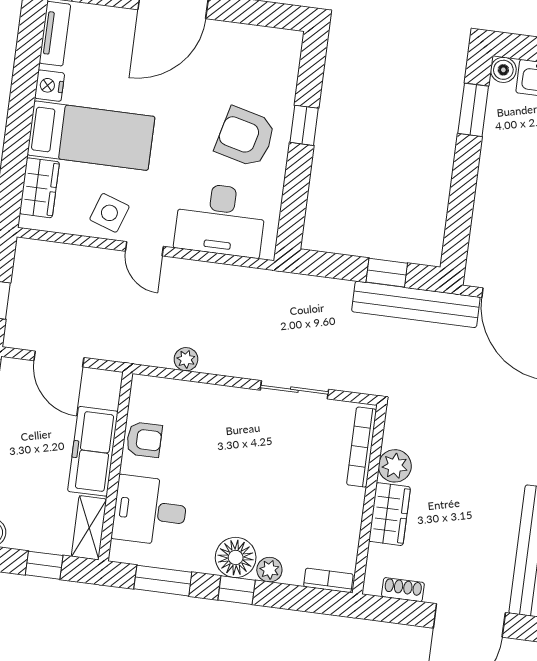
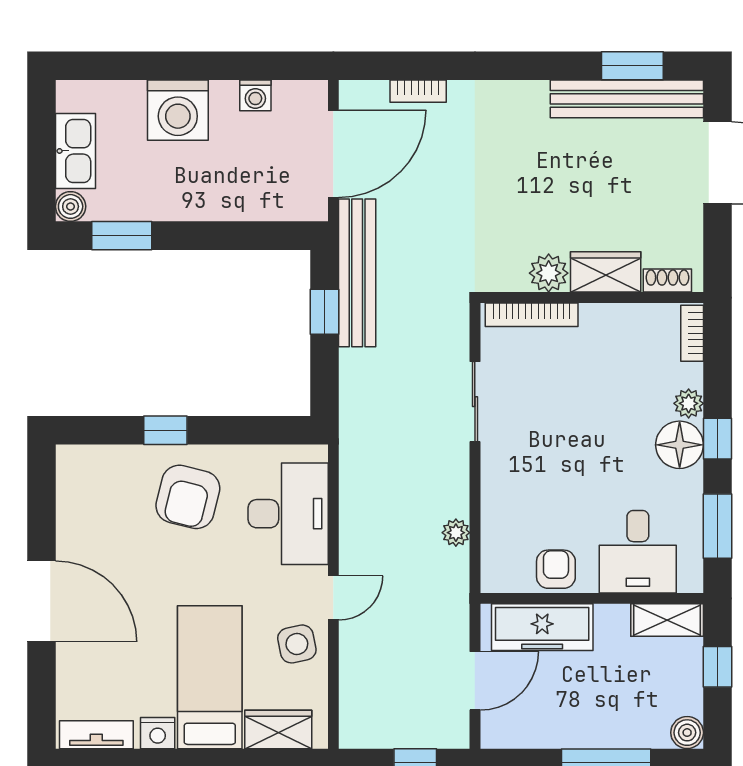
side table: (109, 213) -> (297, 644), turned -31
freezer: (93, 451) -> (542, 627), moved
shoe rack: (403, 590) -> (667, 281), moved, turned 90

